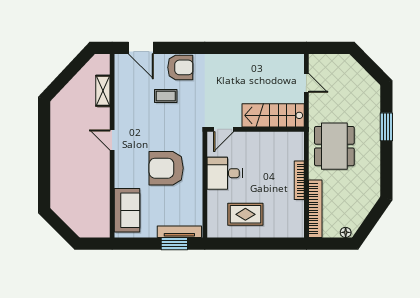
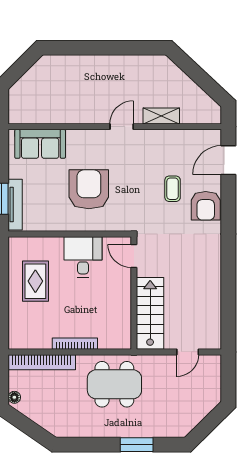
shelving: (103, 91) -> (161, 116), moved

